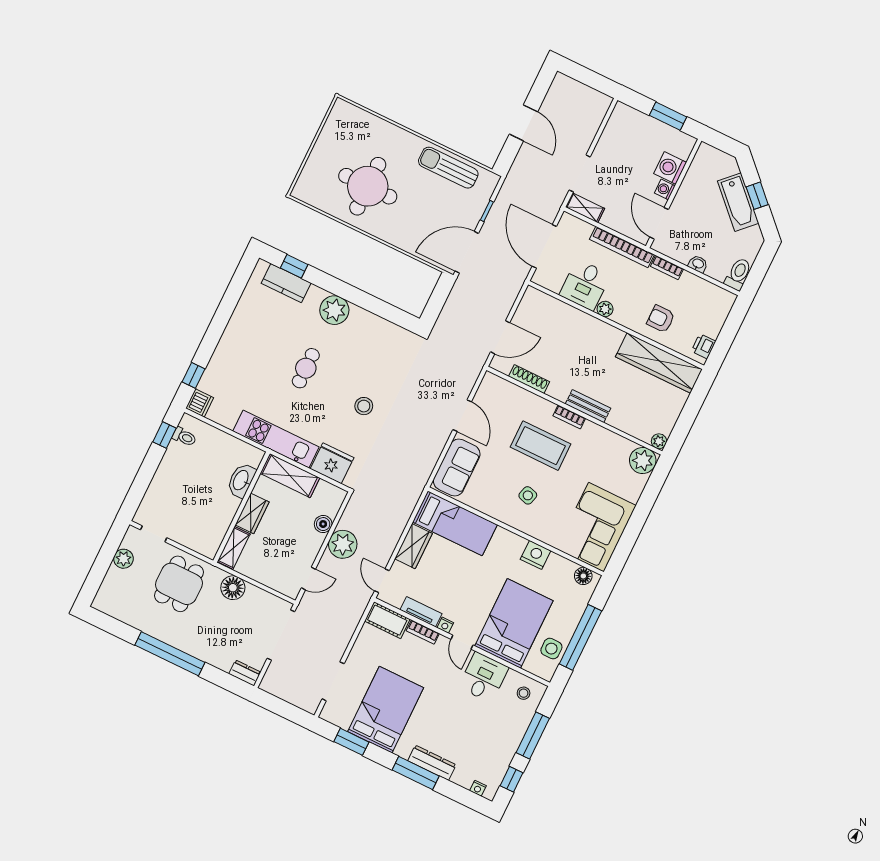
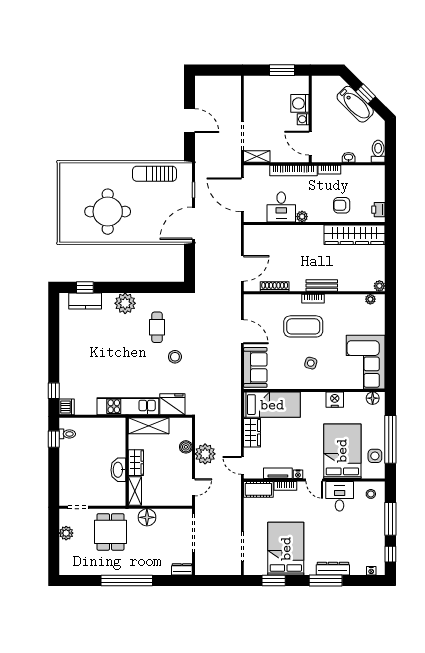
cafe table: (306, 368) -> (157, 327), moved
plant: (643, 460) -> (370, 299), width x0.53, depth x0.53
washbasin: (241, 480) -> (118, 470), moved

